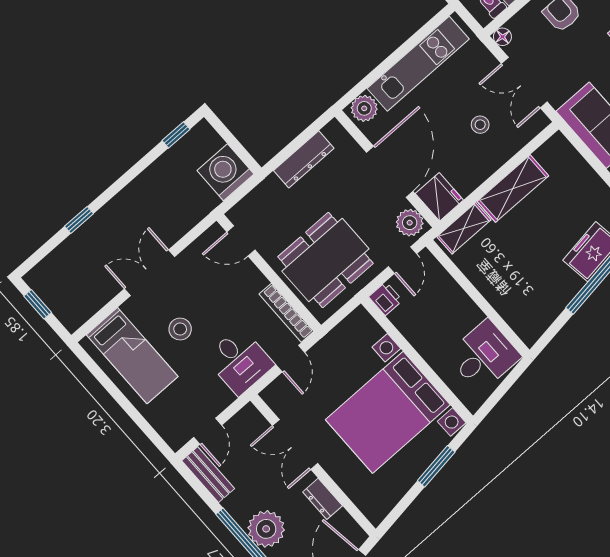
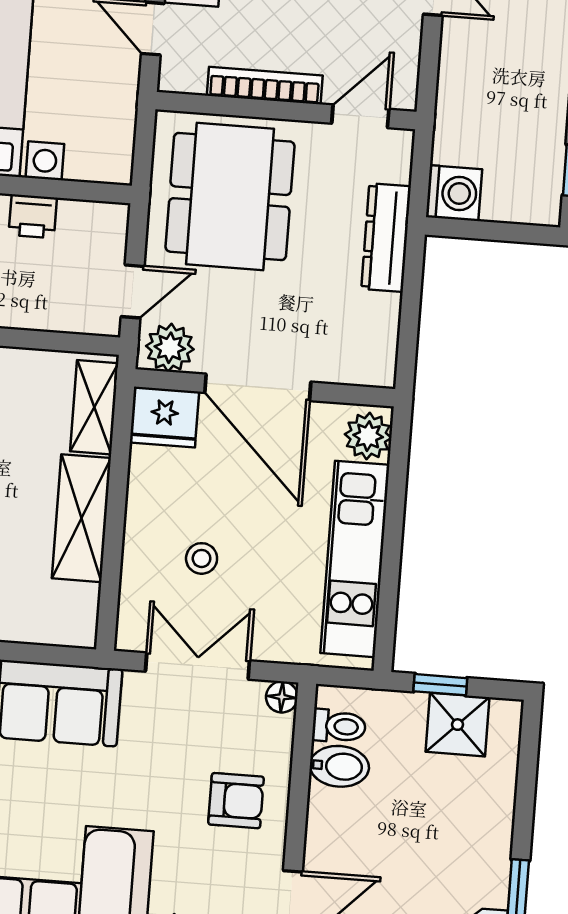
dresser: (304, 159) -> (386, 238), moved
washing machine: (226, 172) -> (454, 193), width x0.73, depth x0.73
door: (402, 260) -> (133, 291), swing flipped
printer: (386, 299) -> (33, 216), moved
bookcase: (286, 313) -> (265, 86), moved

